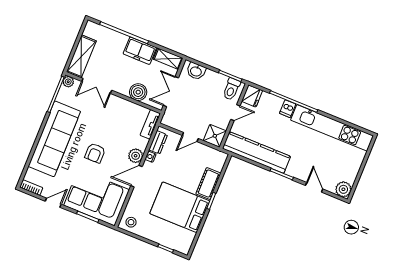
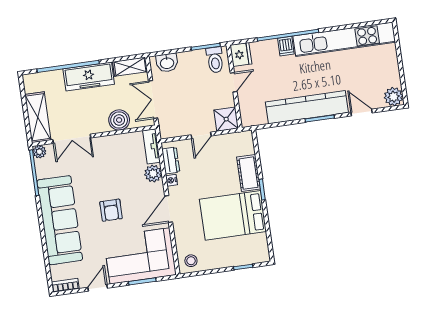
freezer: (140, 51) -> (89, 77), width x1.40
kitchen counter: (256, 152) -> (307, 107), moved
plant: (136, 156) -> (153, 174), moved

